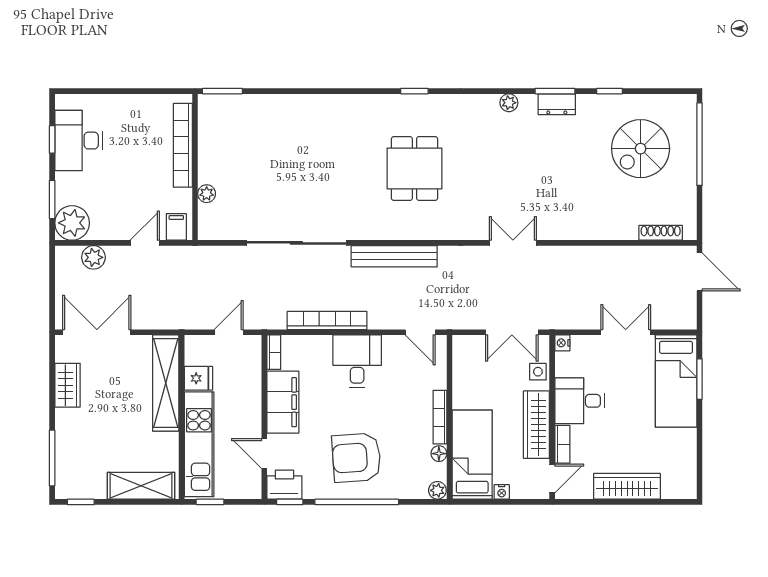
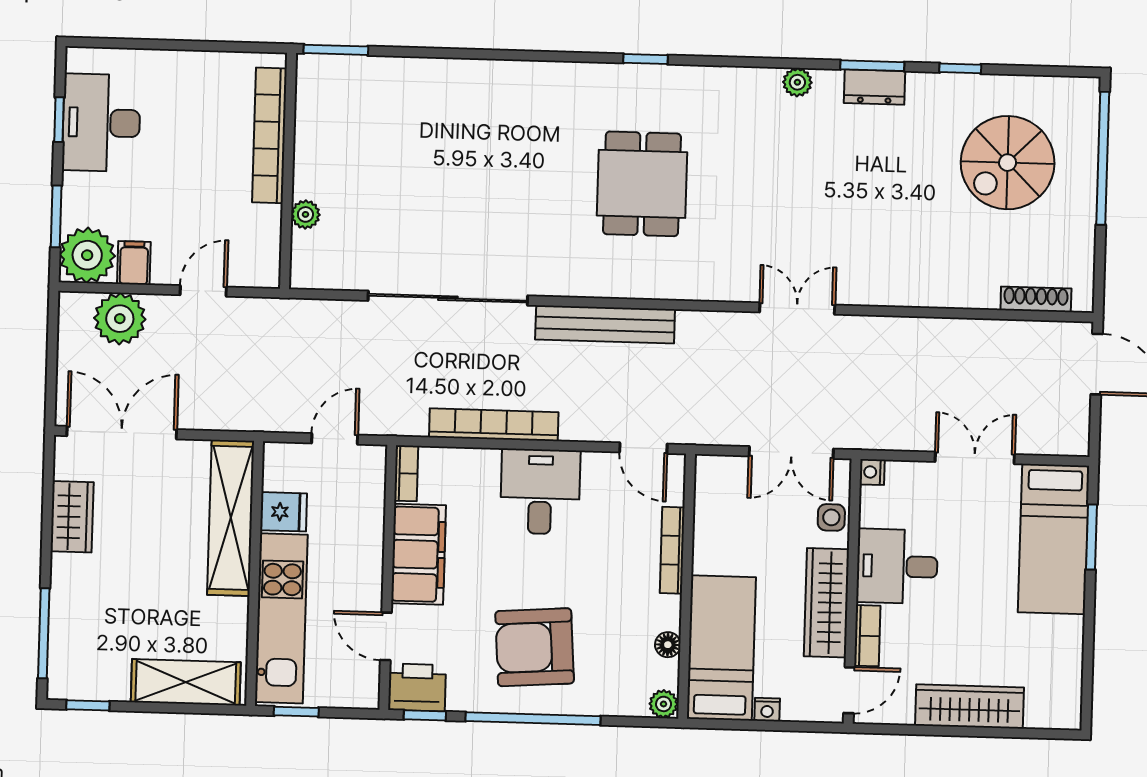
filing cabinet: (176, 227) -> (134, 263), moved
plant: (93, 257) -> (120, 319), width x1.36, depth x1.36
bookcase: (440, 417) -> (672, 550), moved

